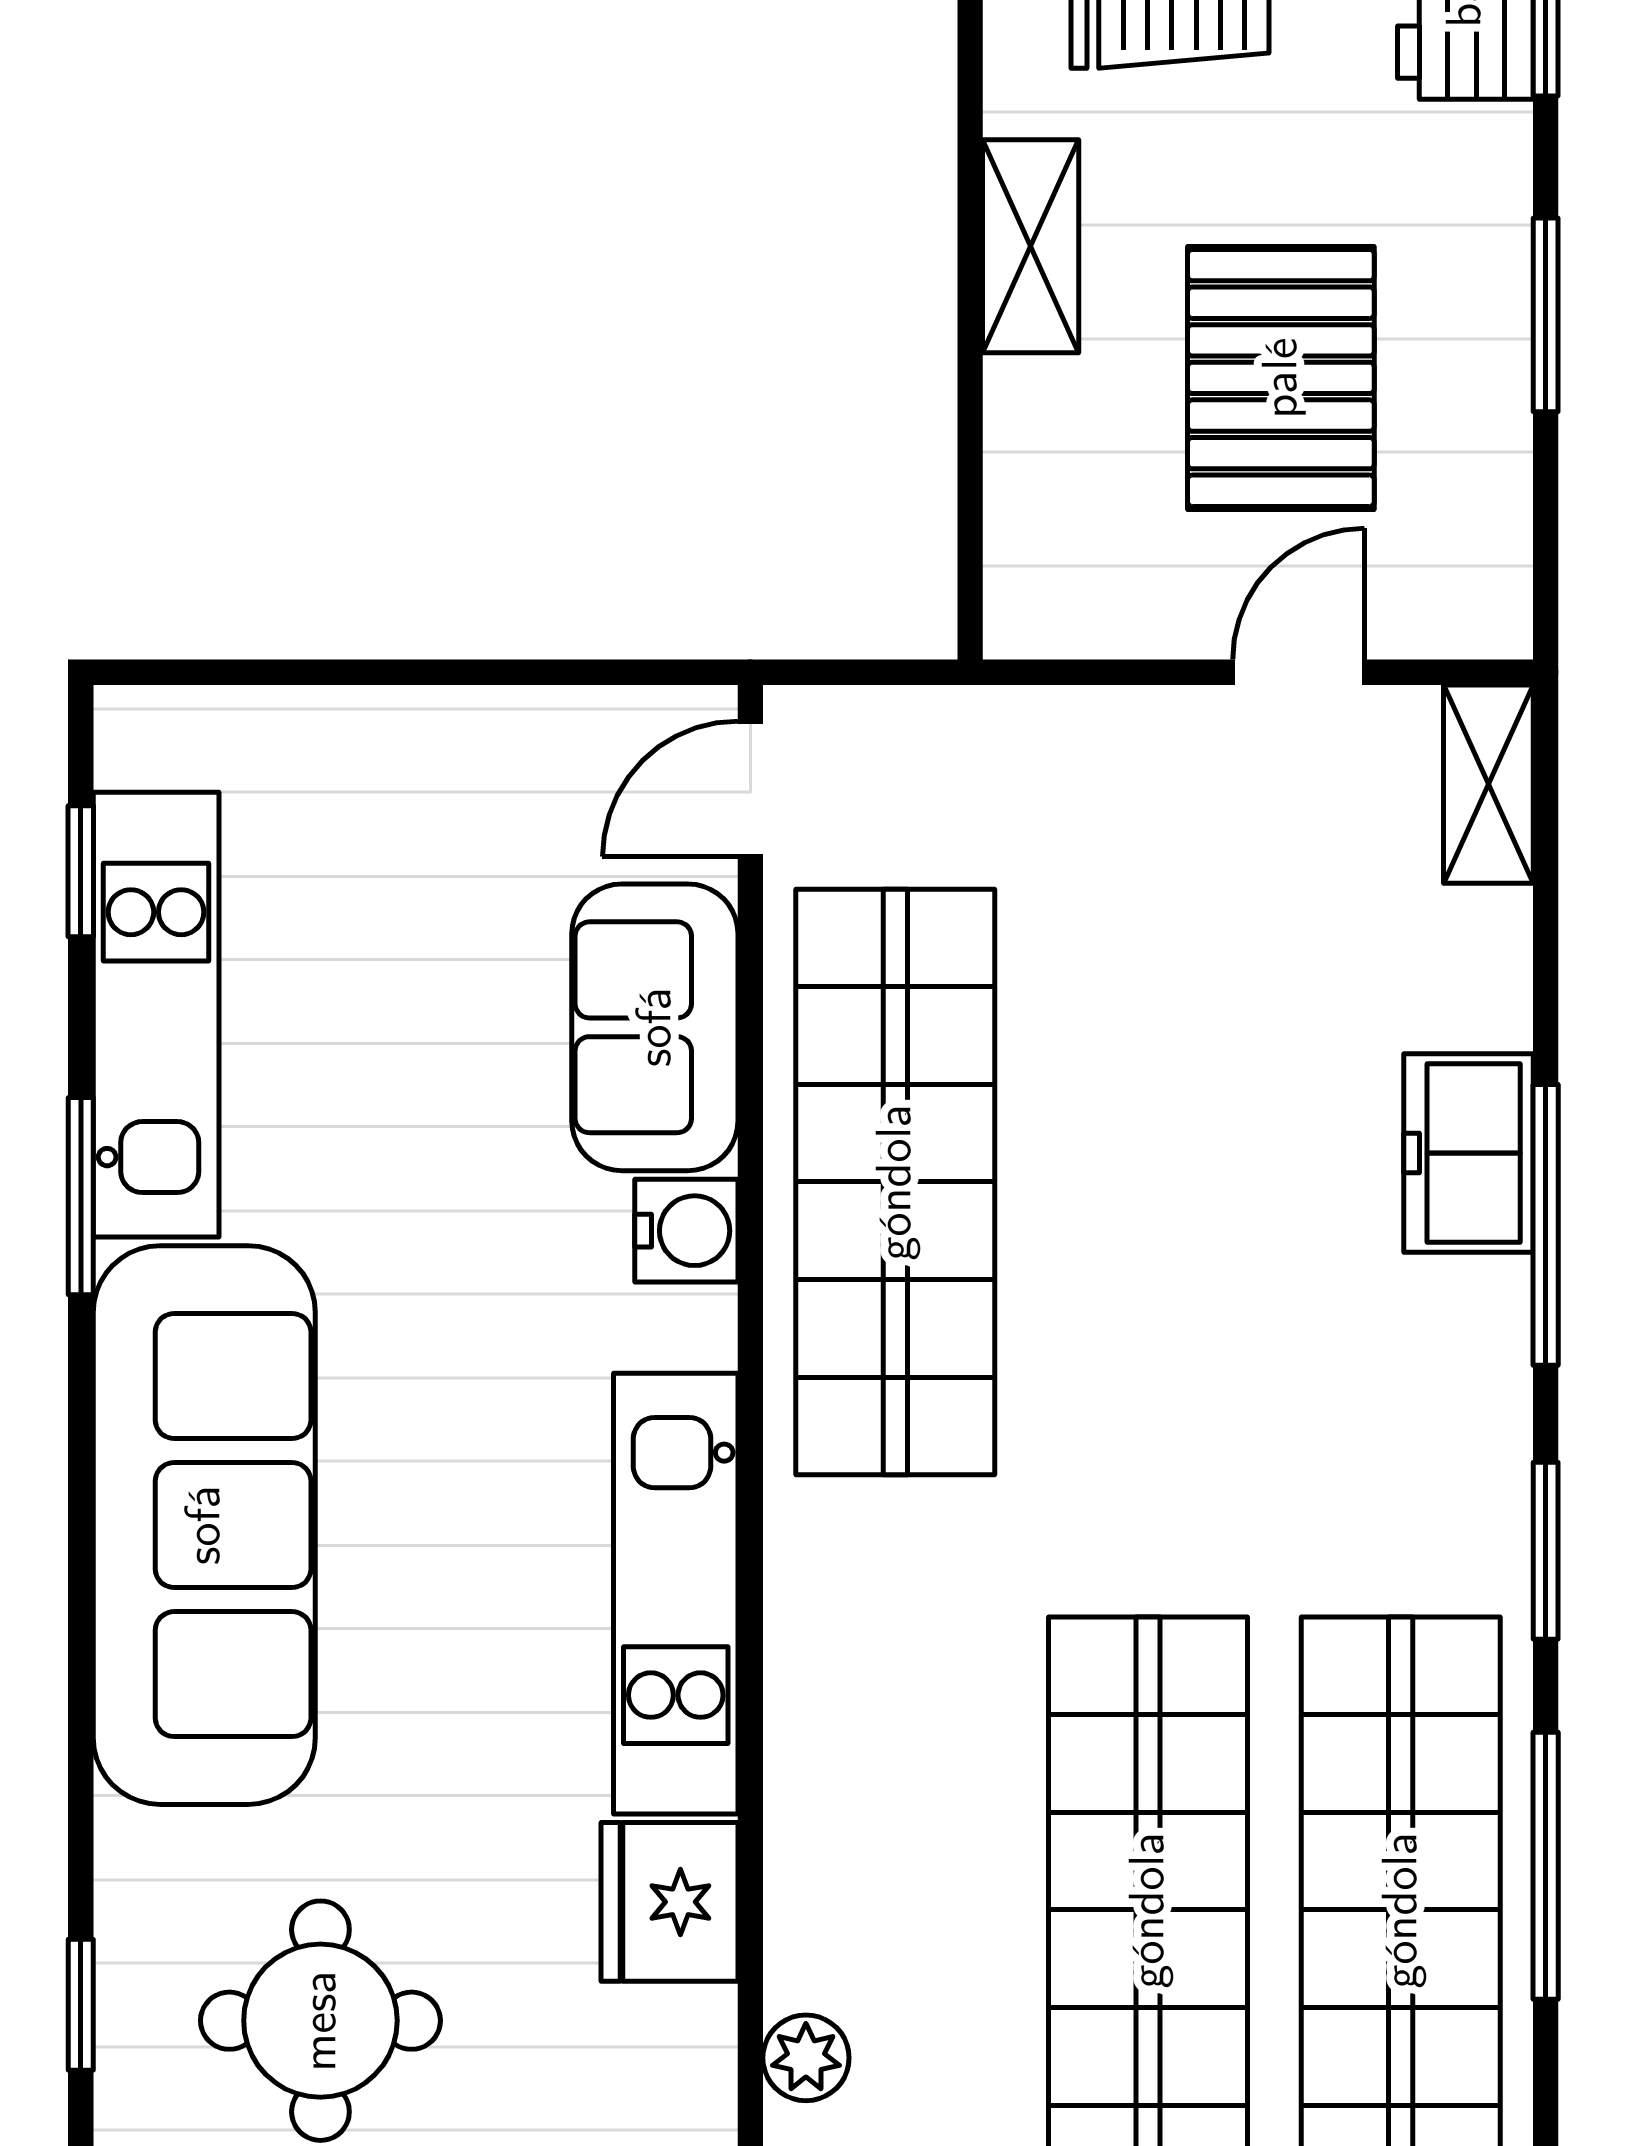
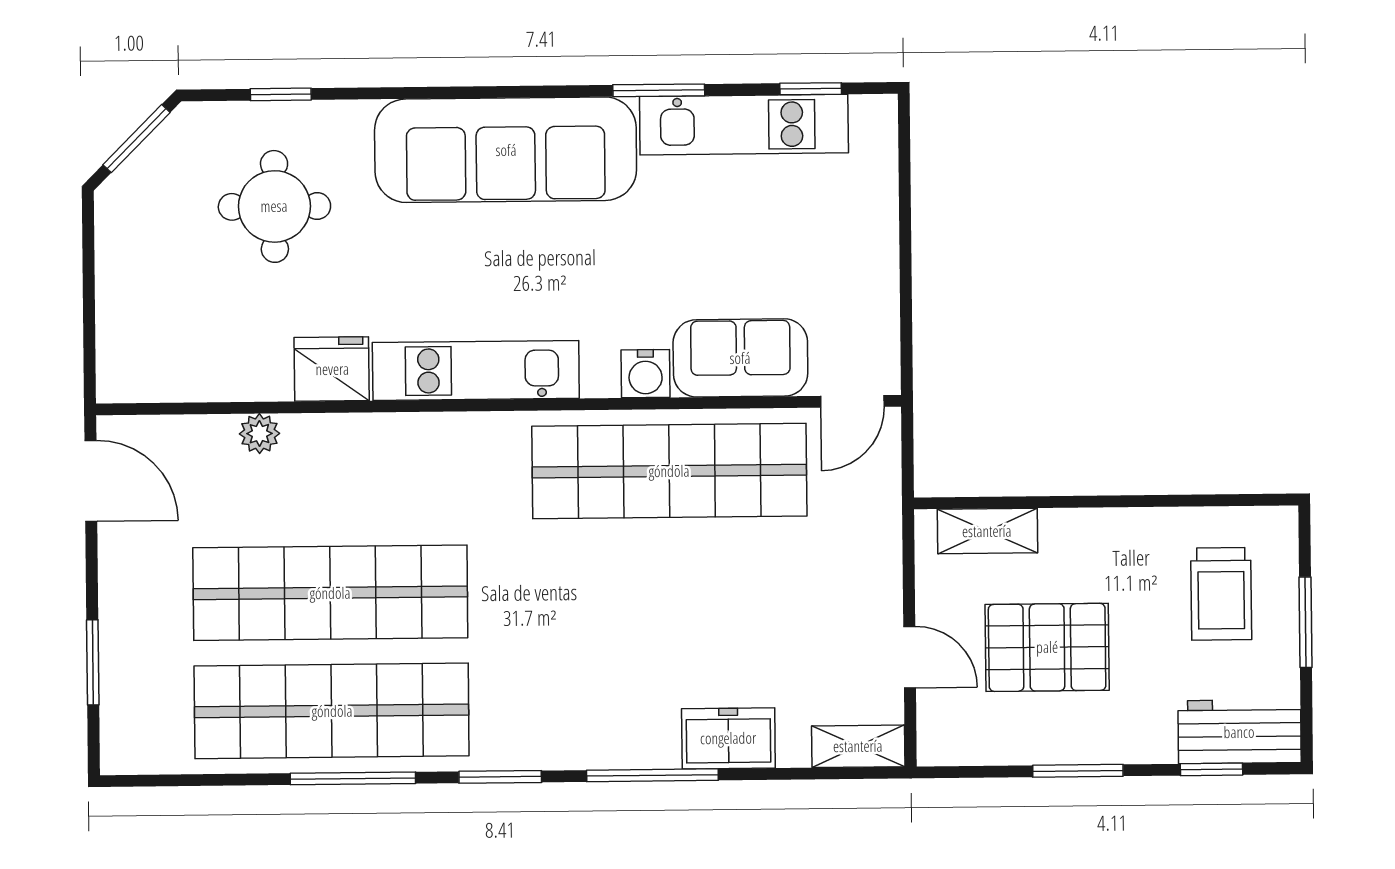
shelving: (1031, 246) -> (987, 531), moved
door: (750, 789) -> (852, 401), swing flipped
freezer: (1468, 1153) -> (728, 738), moved

